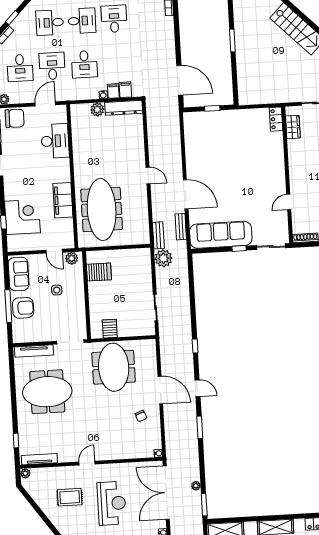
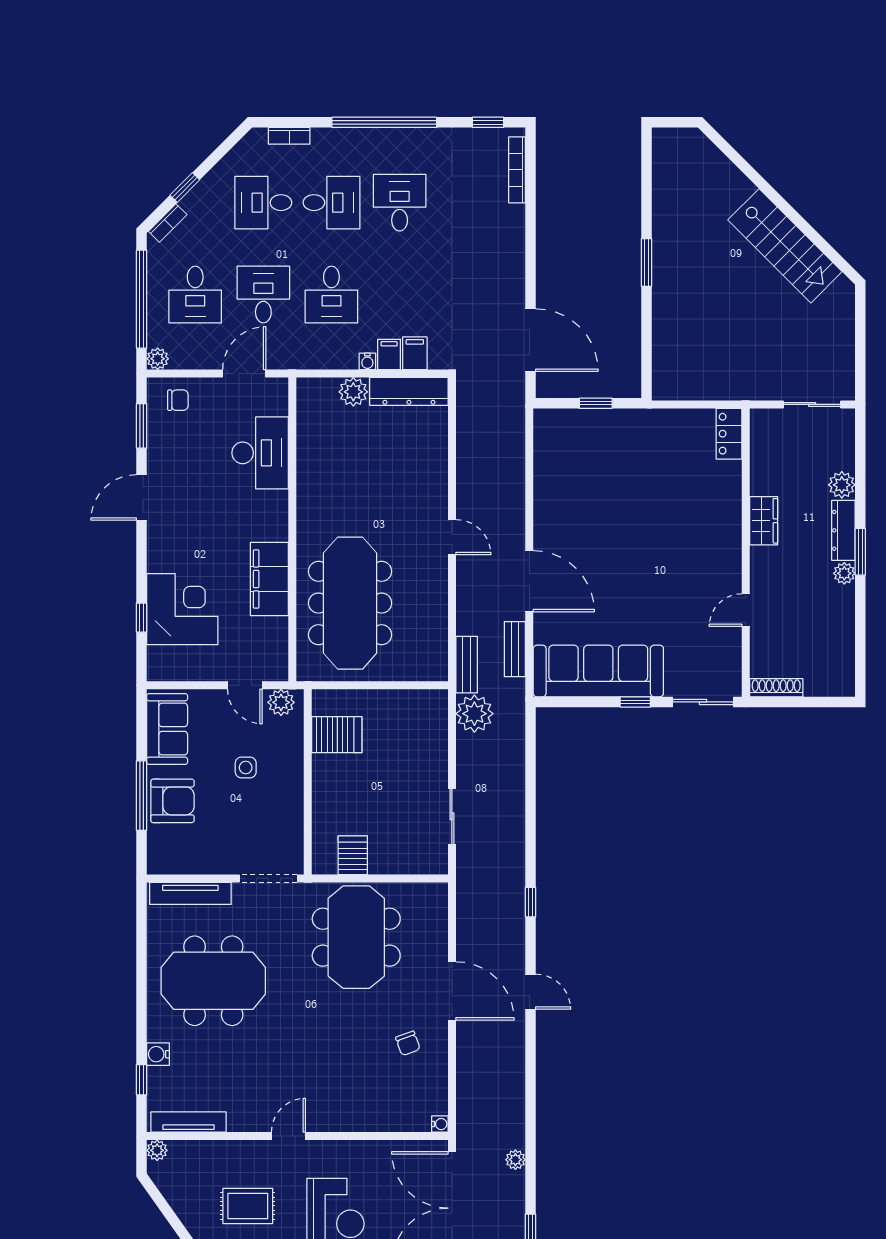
chair: (15, 118) -> (178, 400), width x0.54, depth x0.54
wardrobe: (293, 127) -> (764, 521), moved
window: (200, 427) -> (531, 1074), removed
water cooler: (23, 428) -> (158, 1054), added
plant: (196, 486) -> (515, 1160), moved

